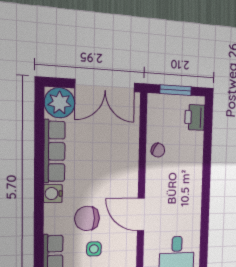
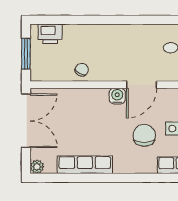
plant: (60, 103) -> (37, 167), width x0.53, depth x0.53
water cooler: (53, 194) -> (117, 96), moved, turned 180
chair: (87, 218) -> (144, 135), turned 180

